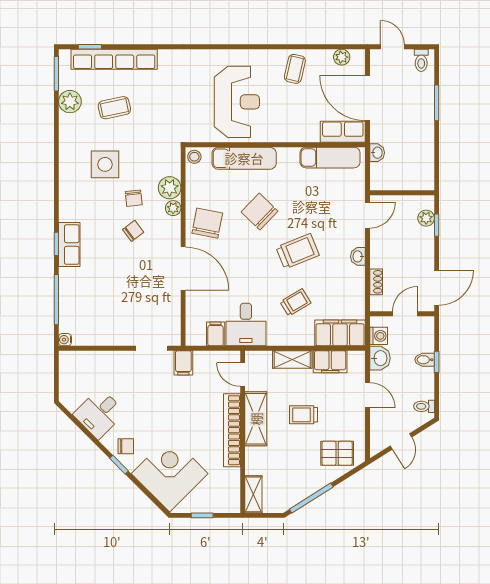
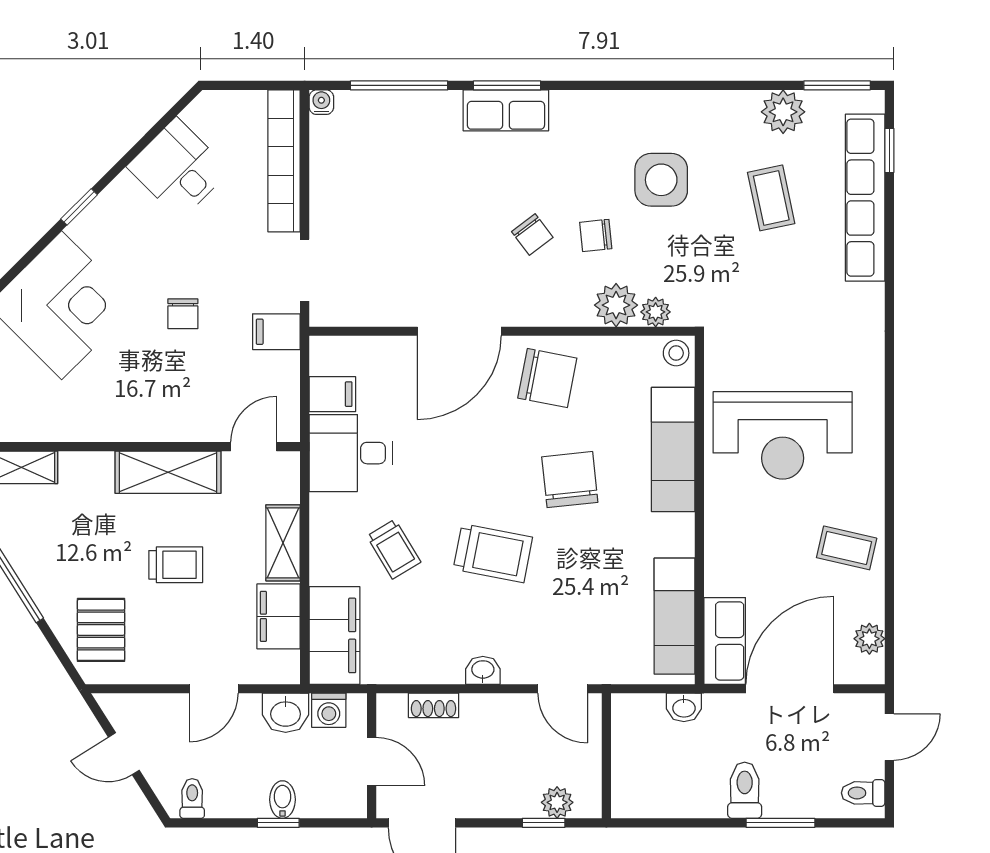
toilet: (420, 121) -> (745, 790), added
plant: (173, 208) -> (656, 312), moved
chair: (260, 212) -> (570, 480), turned -50
window: (56, 244) -> (507, 85), width x1.50
trolley: (298, 251) -> (493, 553), turned -57
trolley: (304, 415) -> (176, 565), turned 90
bookcase: (232, 430) -> (284, 161), moved, turned -90
chair: (126, 446) -> (183, 314), moved

